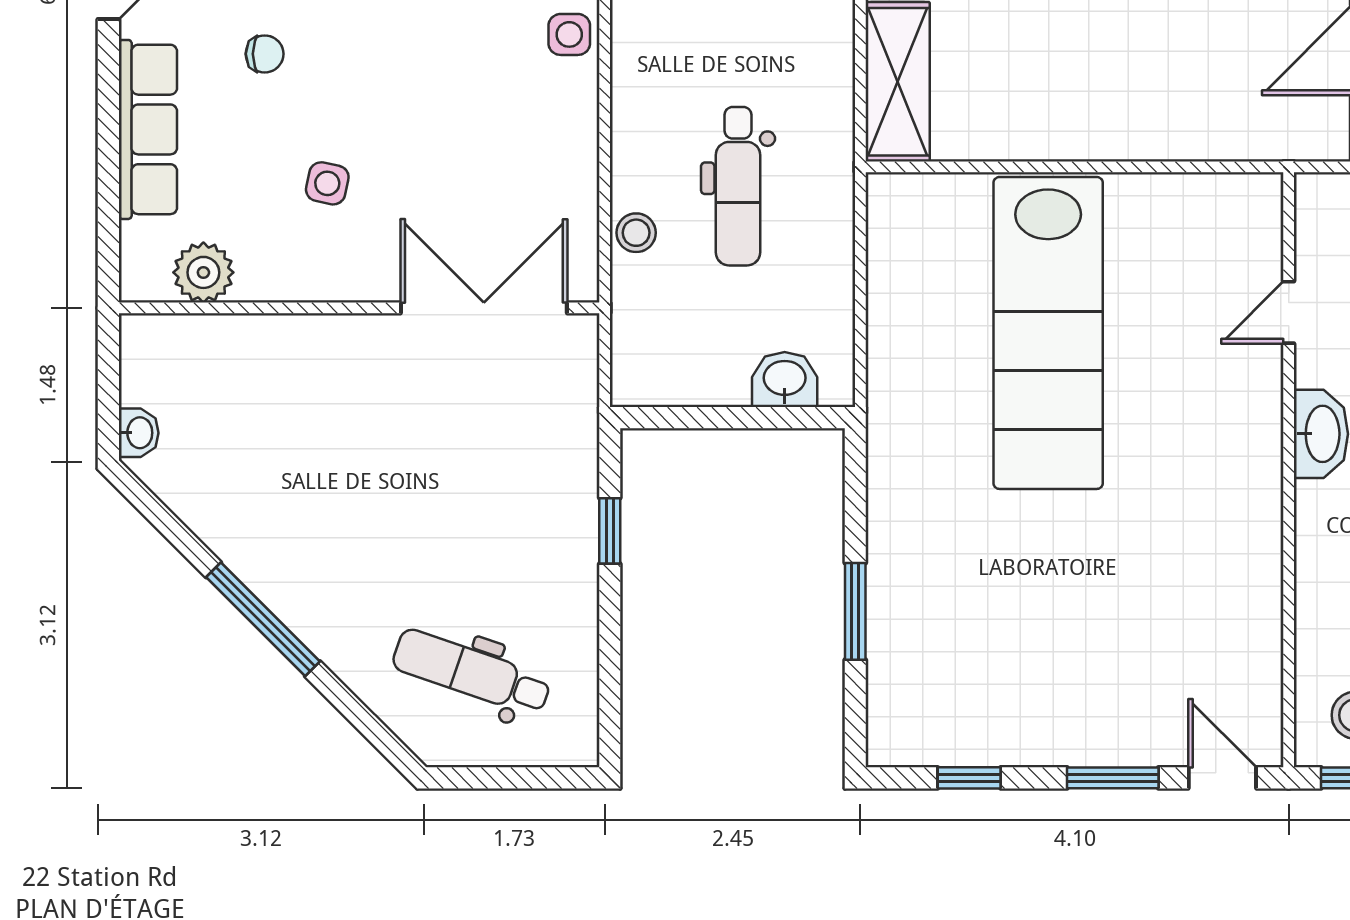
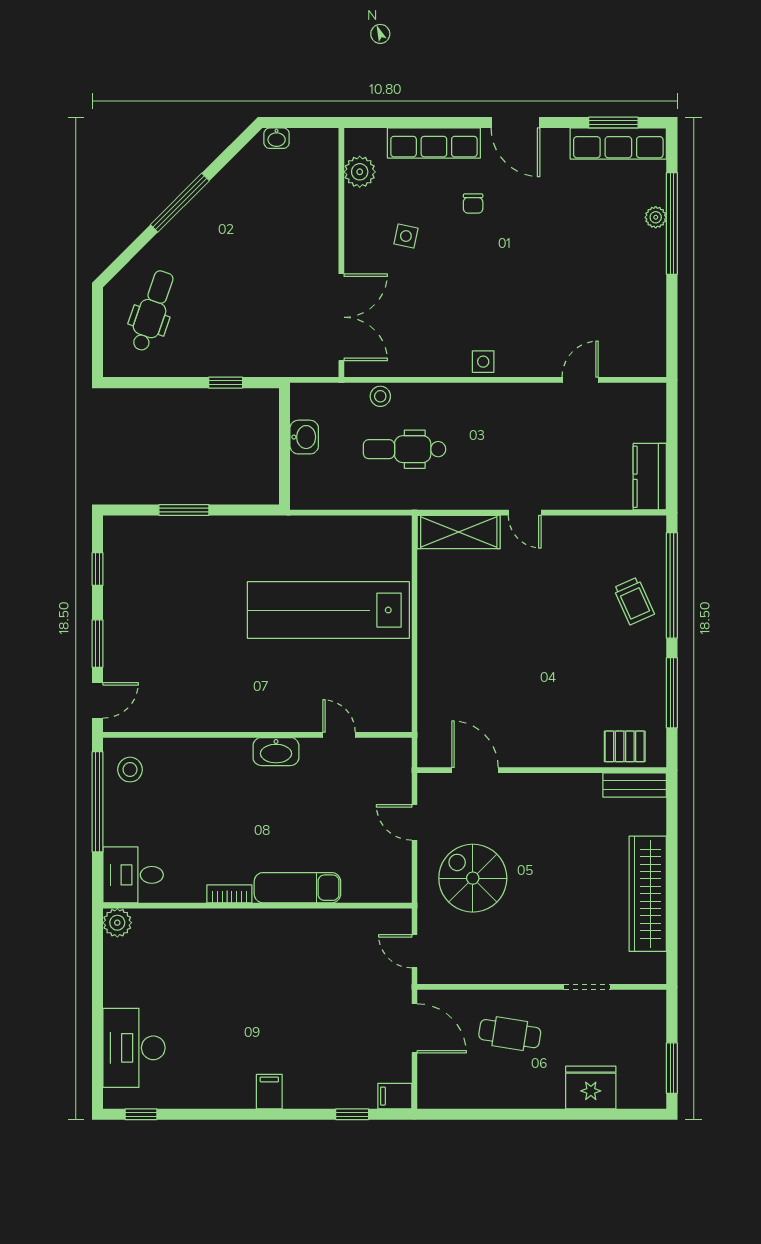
washbasin: (785, 380) -> (304, 437), moved

